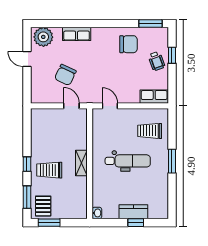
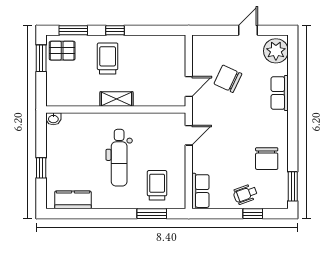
window: (172, 161) -> (152, 214), moved
kitchen counter: (133, 212) -> (73, 200), moved, turned -90

